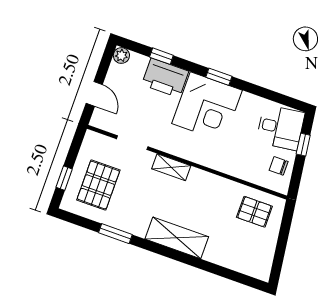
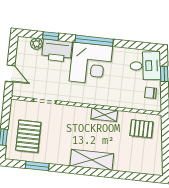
plant: (121, 56) -> (36, 44), moved
window: (219, 77) -> (94, 41), width x2.17
shelving: (171, 167) -> (104, 115), moved
window: (115, 234) -> (37, 166), moved

